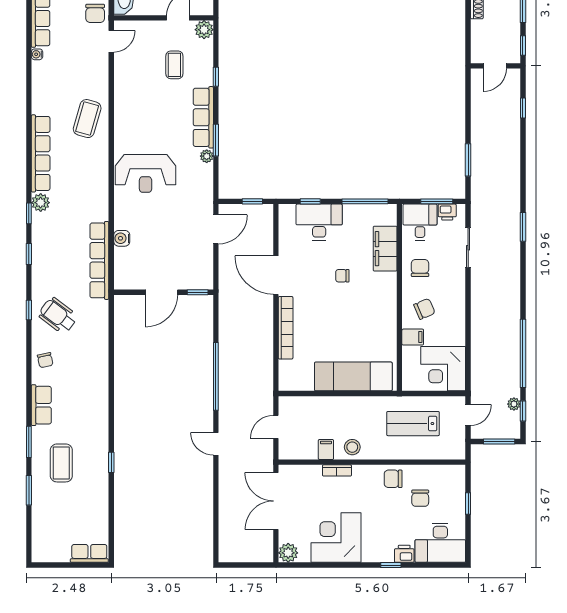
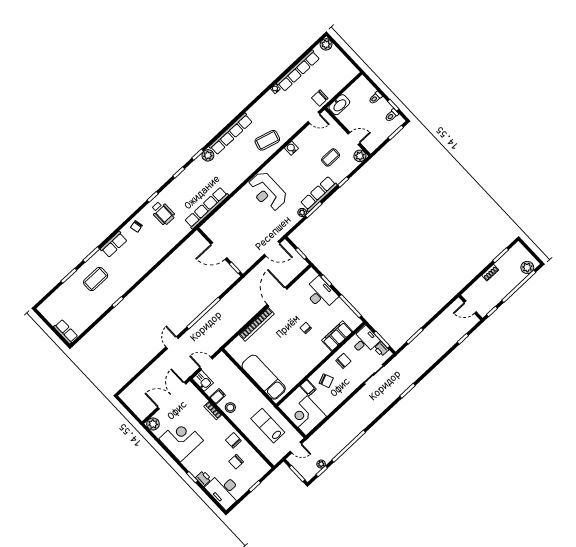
water cooler: (122, 238) -> (291, 148), moved
wheelchair: (58, 316) -> (163, 213), turned 143
kitchen sink: (292, 450) -> (203, 381), added

